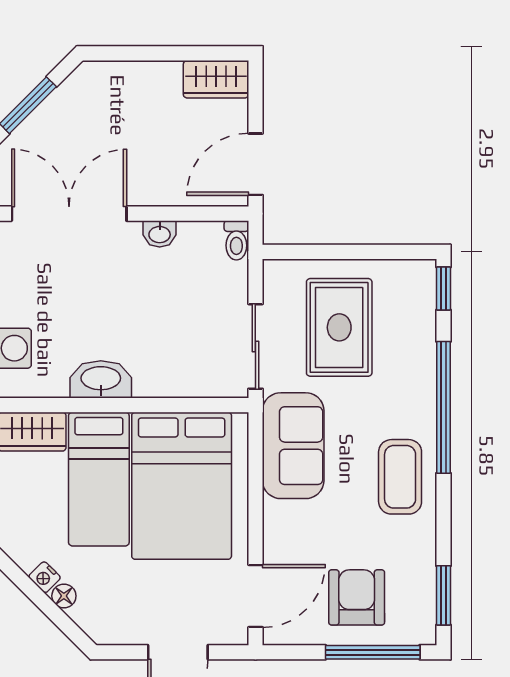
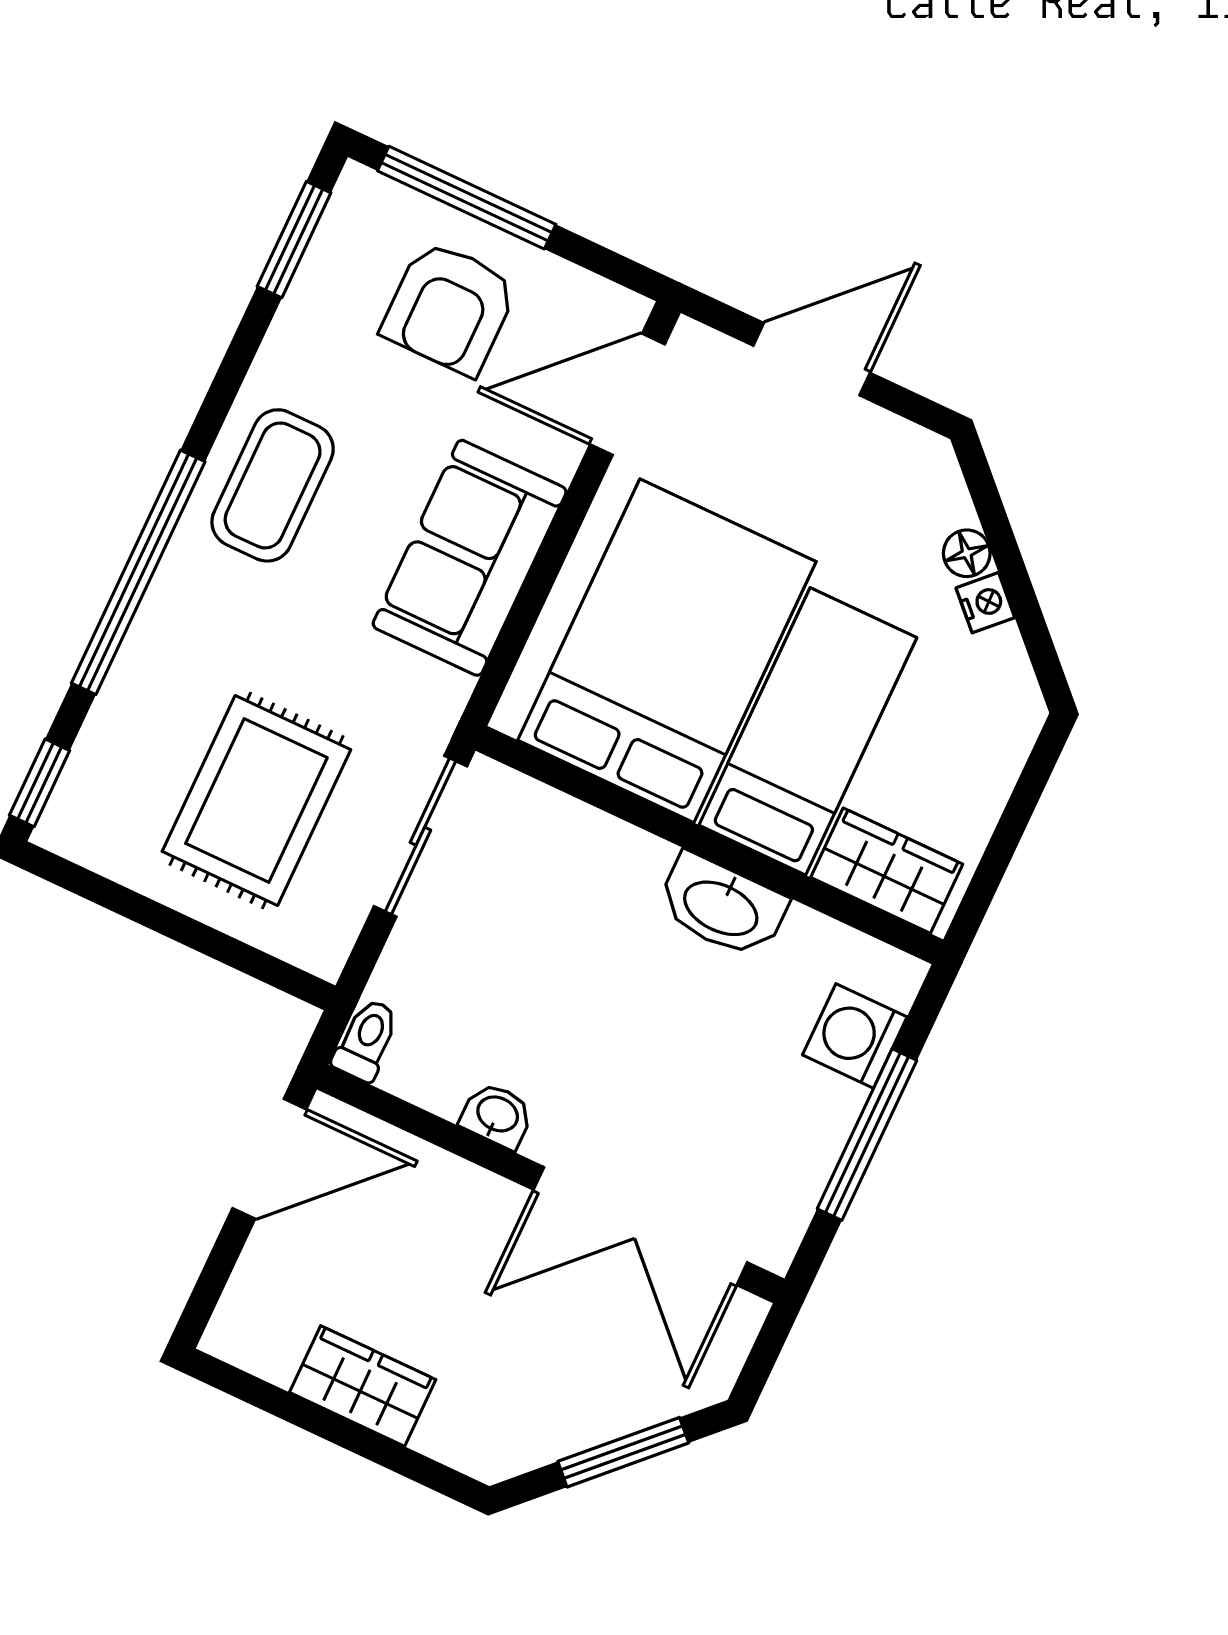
wardrobe: (216, 79) -> (363, 1386), moved
sofa: (293, 446) -> (470, 558), moved

